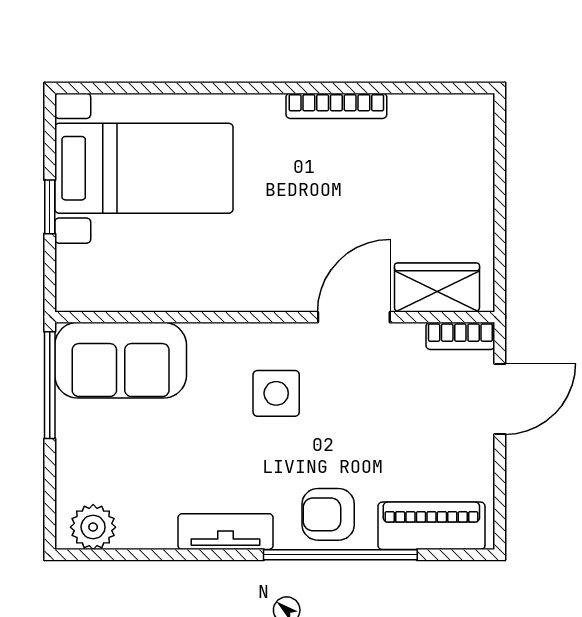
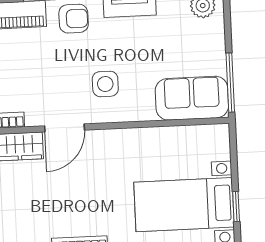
window: (50, 207) -> (236, 207), moved

